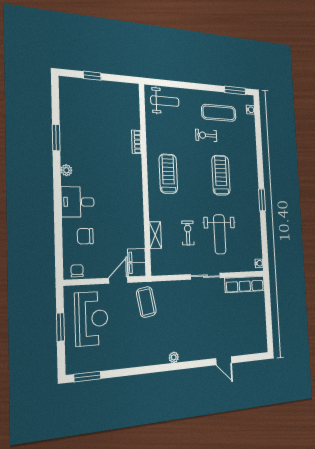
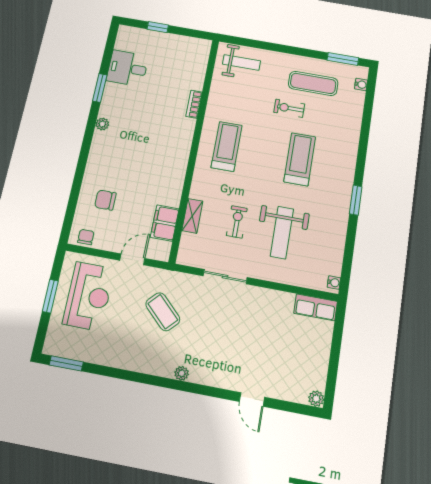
desk: (78, 202) -> (127, 68), moved
filing cabinet: (137, 263) -> (165, 223), moved
sliding door: (205, 276) -> (225, 277), moved
row of seats: (245, 284) -> (316, 307), width x0.68
coffee table: (146, 302) -> (163, 312), moved, turned -36
plant: (263, 347) -> (316, 399), added

